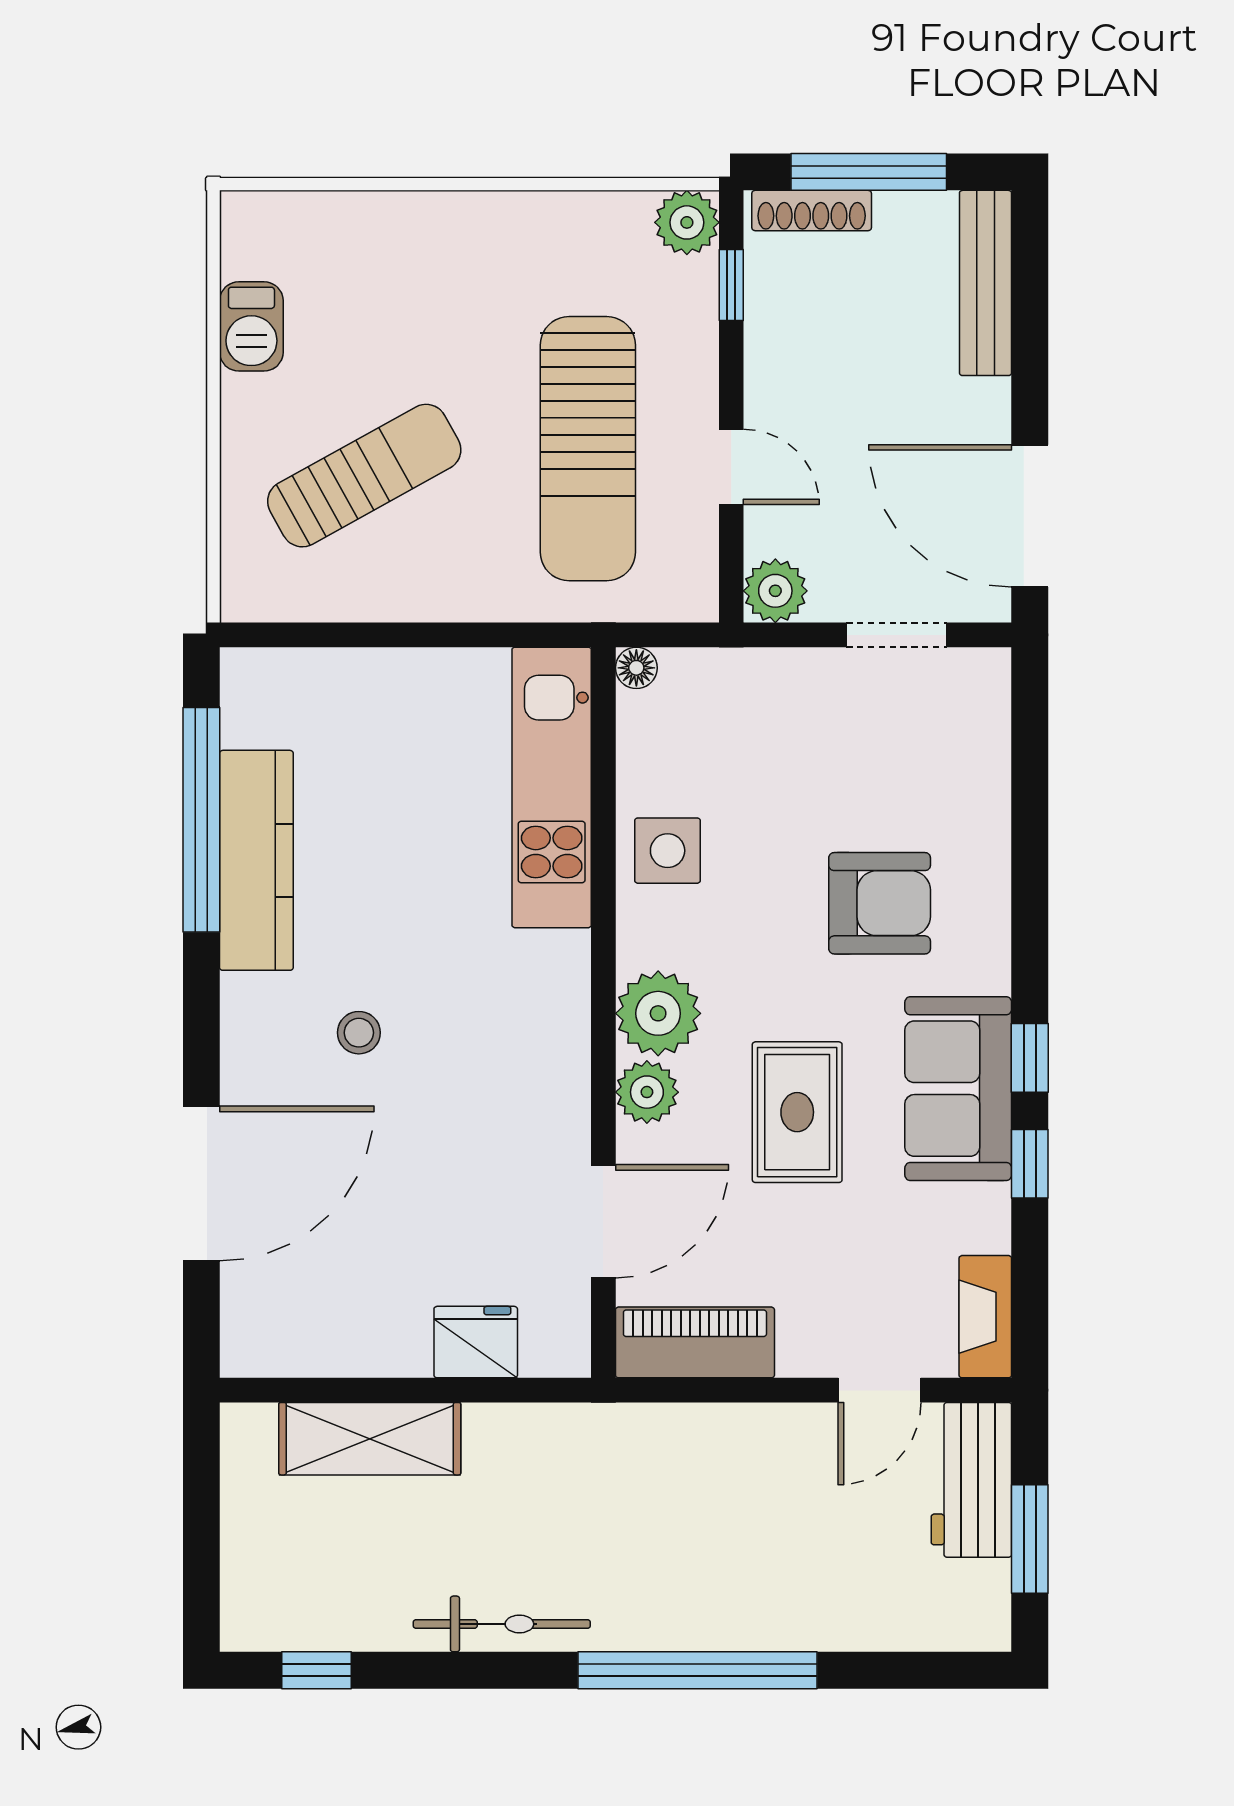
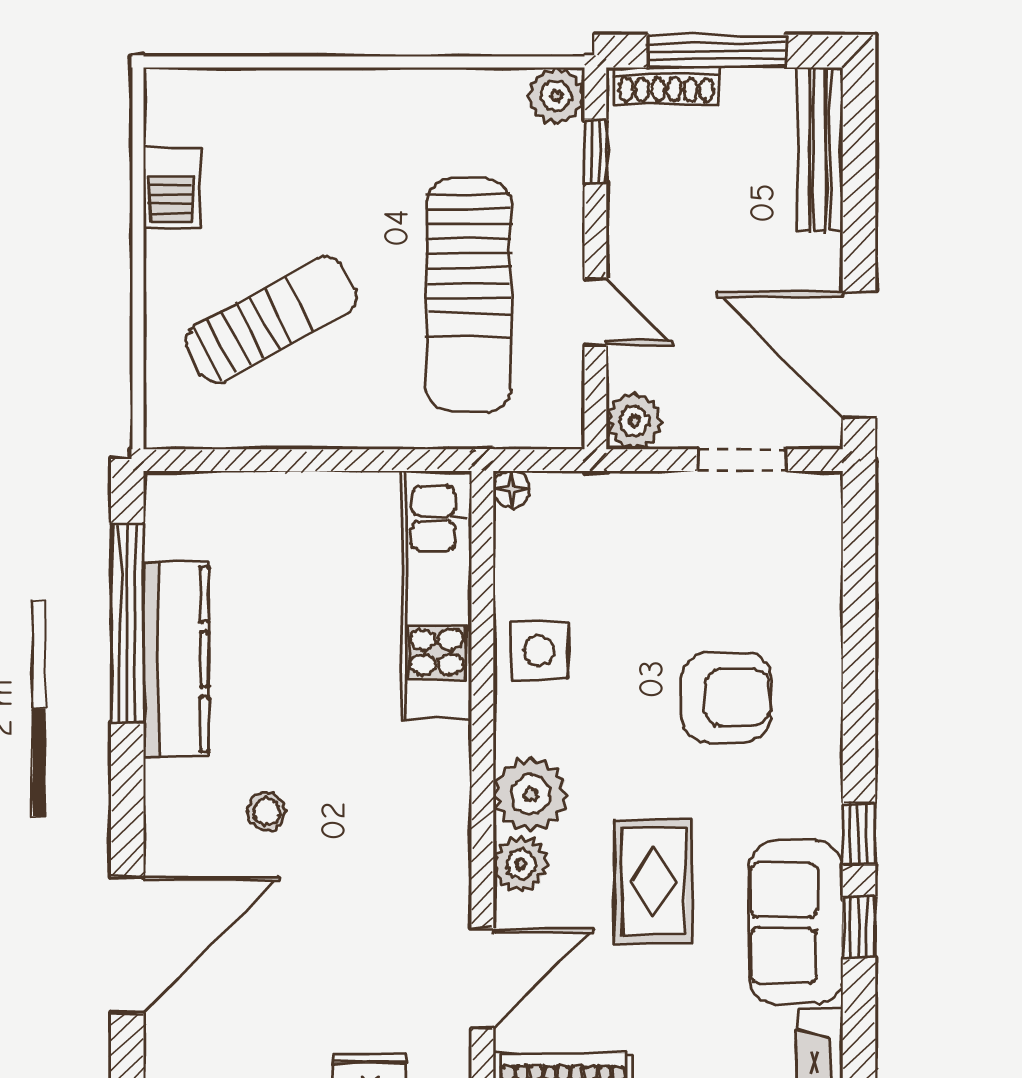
sofa: (958, 1089) -> (796, 923), moved

